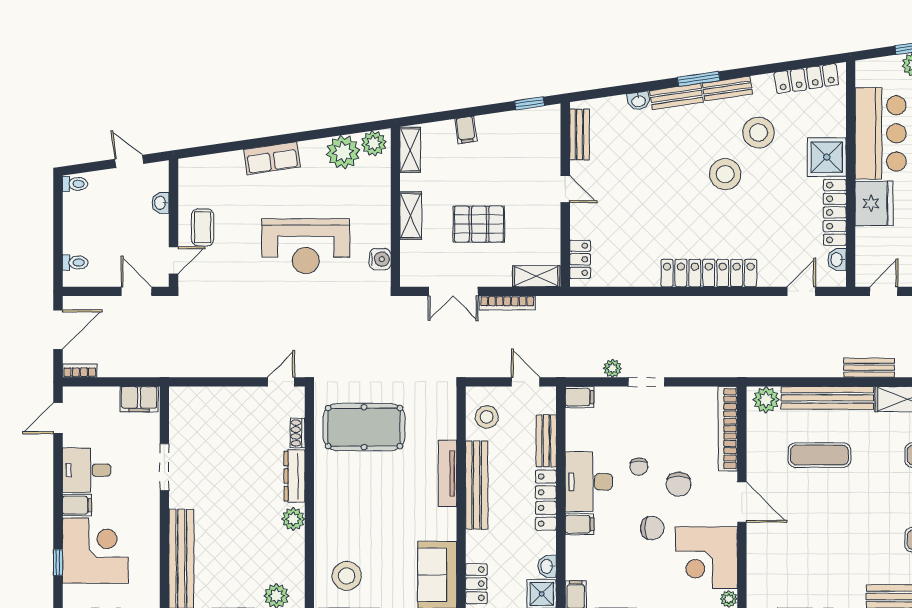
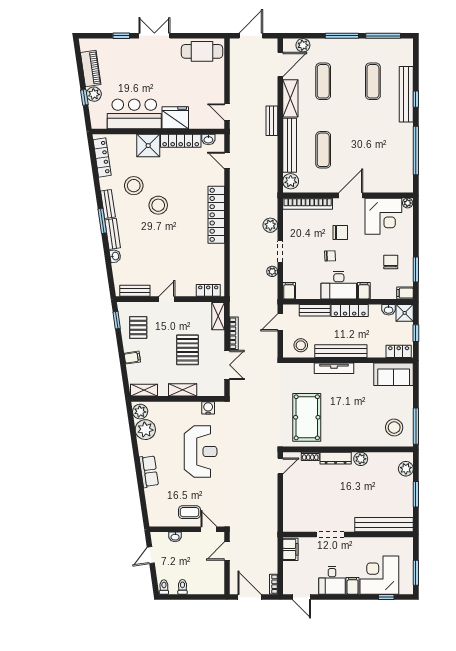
pallet: (517, 140) -> (138, 327), added
toilet: (75, 263) -> (182, 587), moved
plant: (691, 365) -> (270, 225), added
door: (281, 382) -> (280, 466), swing flipped
chair: (652, 528) -> (391, 262), moved

